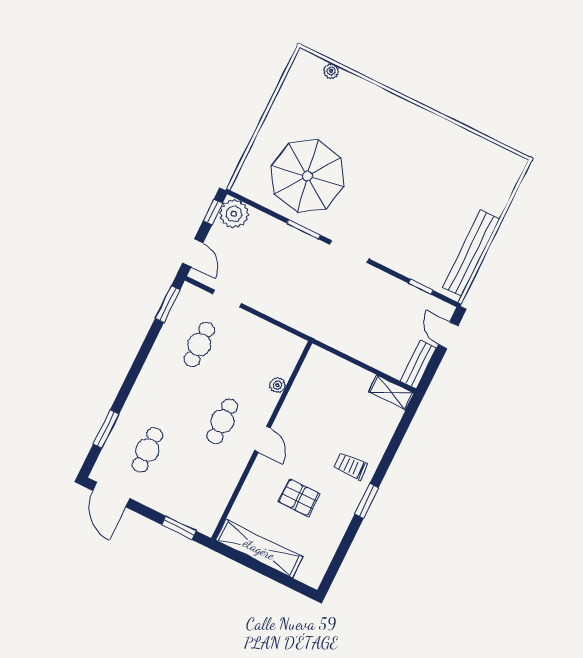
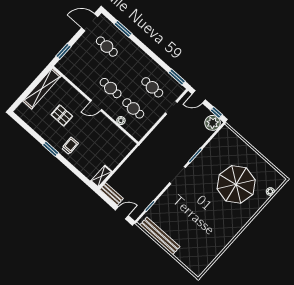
parasol: (307, 176) -> (236, 184), moved
cafe table: (248, 369) -> (133, 108), added
pallet: (299, 497) -> (62, 115), turned 90

